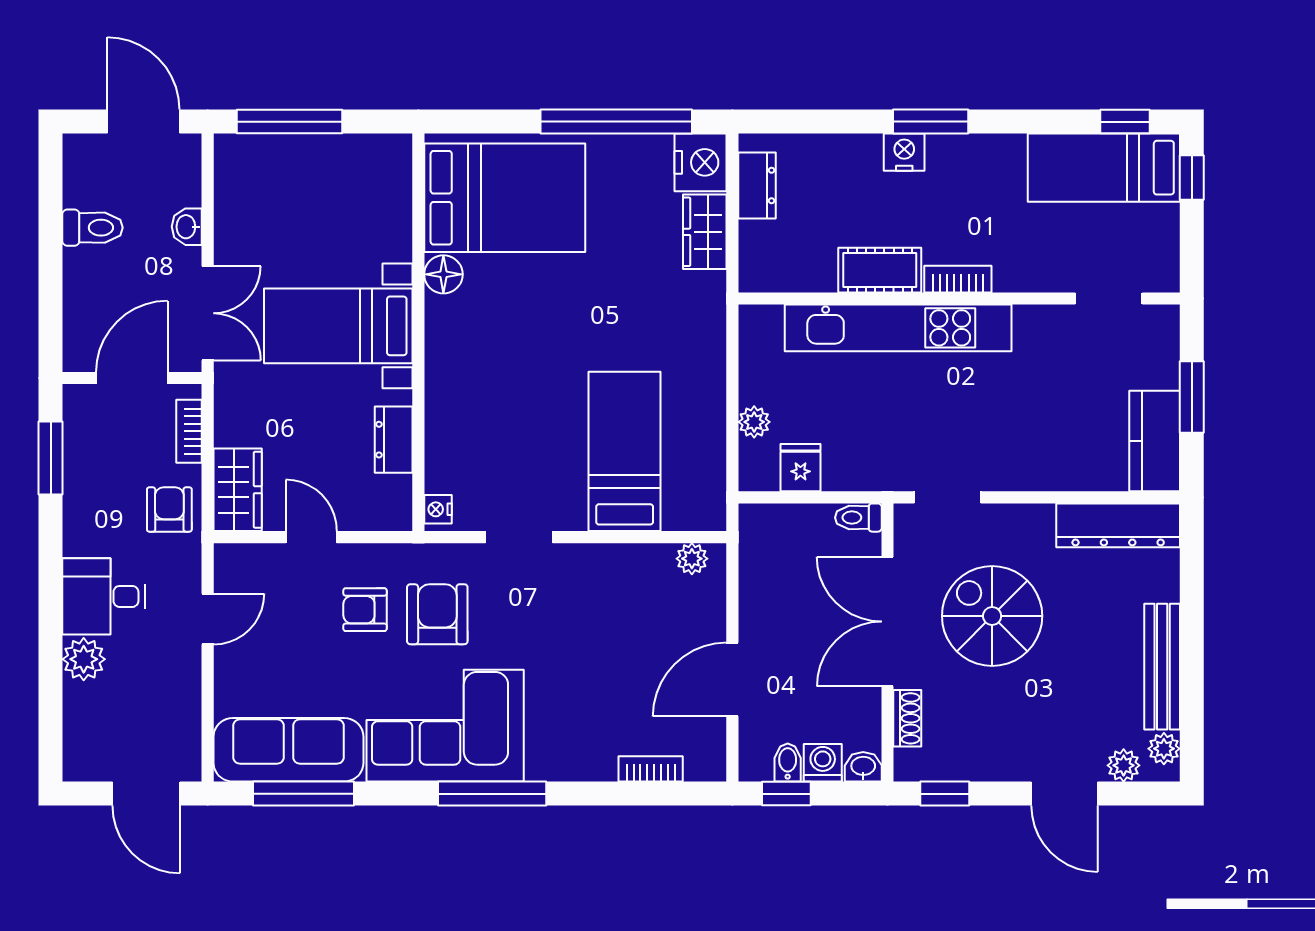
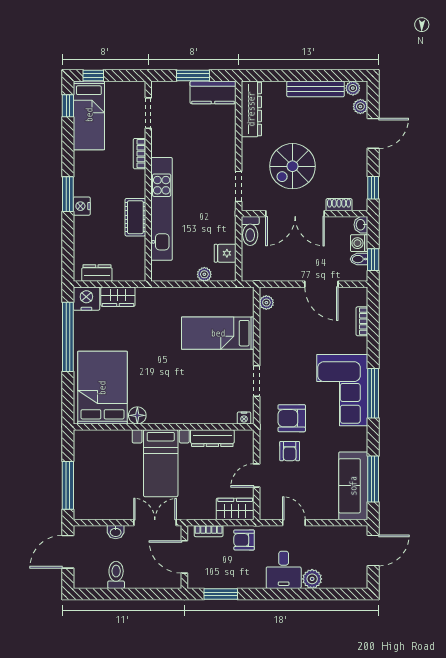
bookcase: (958, 279) -> (139, 154), moved
dresser: (394, 440) -> (212, 438), width x1.44
toilet: (858, 518) -> (250, 231), width x1.37, depth x1.39
corner sofa: (445, 726) -> (342, 390), moved

